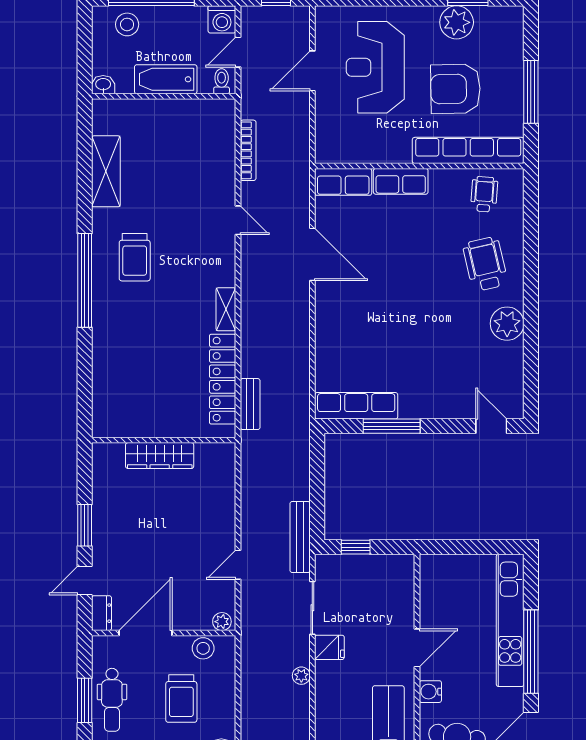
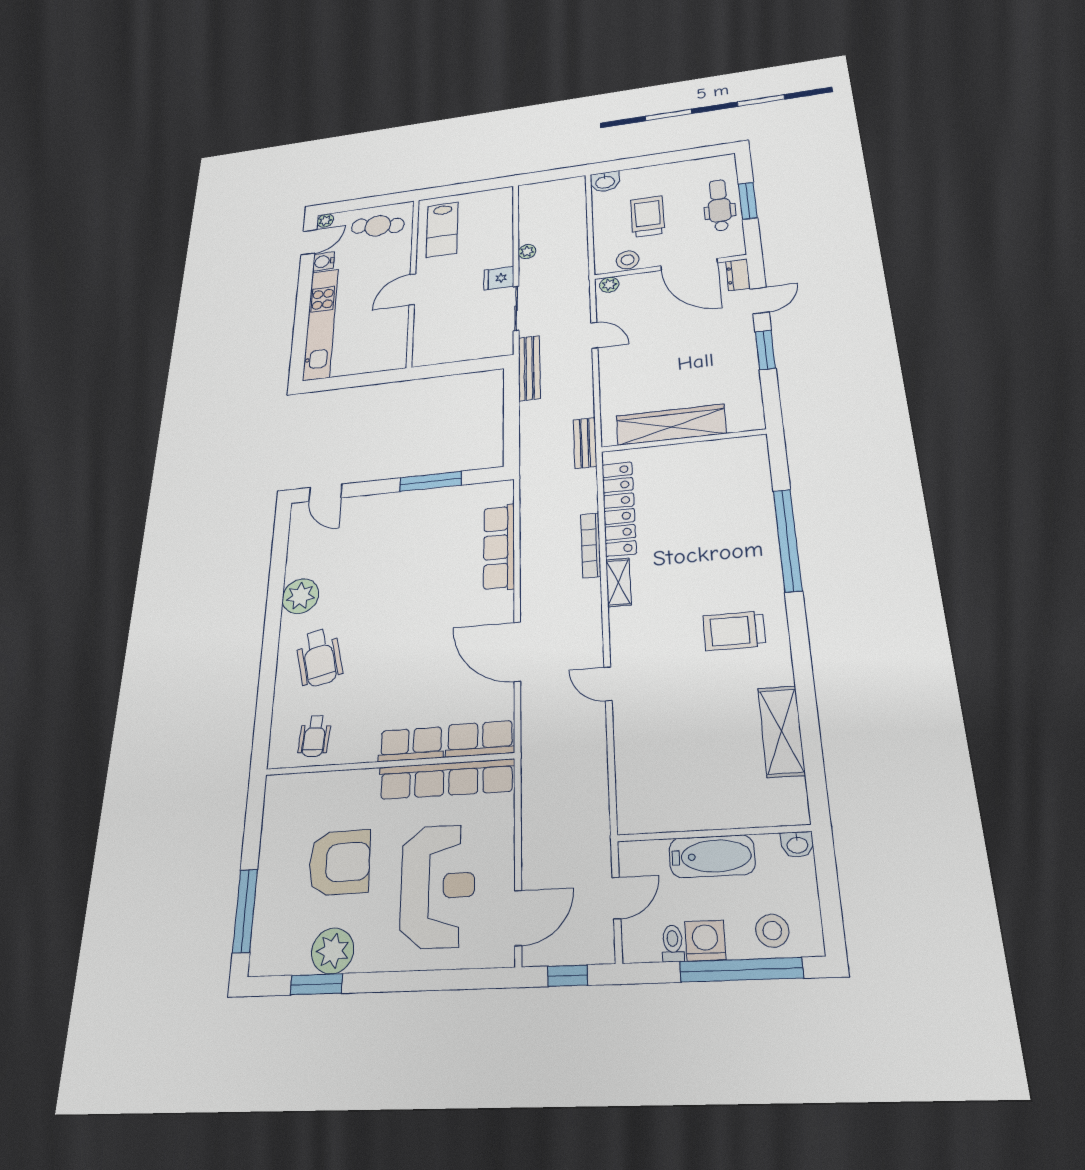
washing machine: (222, 19) -> (705, 941), moved
door: (312, 71) -> (518, 918), moved
toilet: (222, 81) -> (673, 943), moved, turned 180
window: (531, 92) -> (245, 911), moved
bookcase: (248, 150) -> (591, 545), moved
row of seats: (468, 150) -> (446, 779), moved
trolley: (135, 257) -> (734, 631), turned -90
window: (85, 280) -> (788, 540), moved
bench: (250, 404) -> (585, 443), moved
row of seats: (356, 406) -> (499, 547), moved, turned 90
wardrobe: (160, 456) -> (671, 425), width x1.40, depth x1.17
window: (356, 547) -> (471, 366), removed
door: (238, 565) -> (594, 335), hinge flipped
door: (146, 633) -> (689, 264), hinge flipped
window: (531, 652) -> (303, 301), removed
water cooler: (430, 692) -> (324, 261), moved, turned 180

